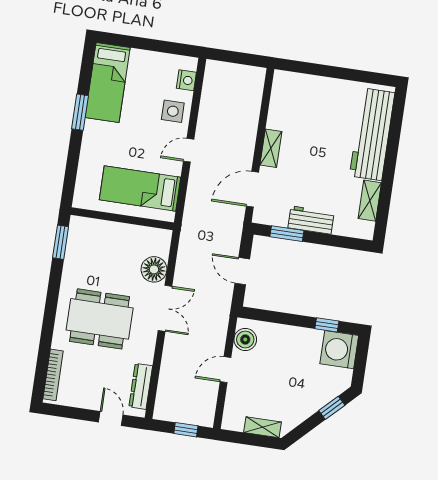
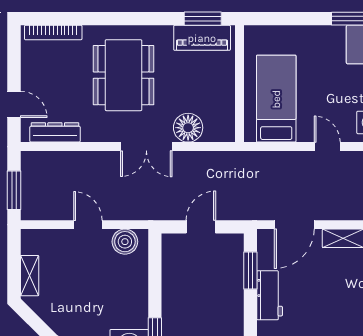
door: (253, 189) -> (294, 225), swing flipped
piano: (77, 245) -> (202, 38), added
door: (111, 418) -> (14, 104), hinge flipped
window: (186, 430) -> (14, 190), width x1.50

